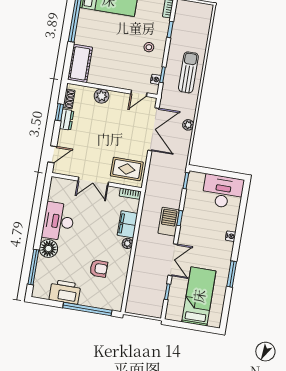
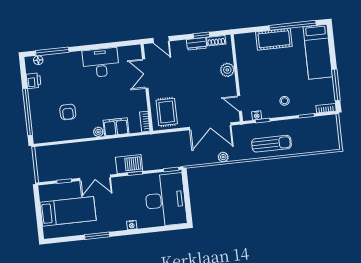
cot: (80, 63) -> (274, 39), moved
double door: (93, 182) -> (145, 74), moved
desk: (223, 192) -> (165, 200), width x1.36, depth x1.30
floor lamp: (48, 249) -> (38, 60), moved, width x0.53, depth x0.53
printer: (65, 292) -> (34, 81), width x0.53, depth x0.68

